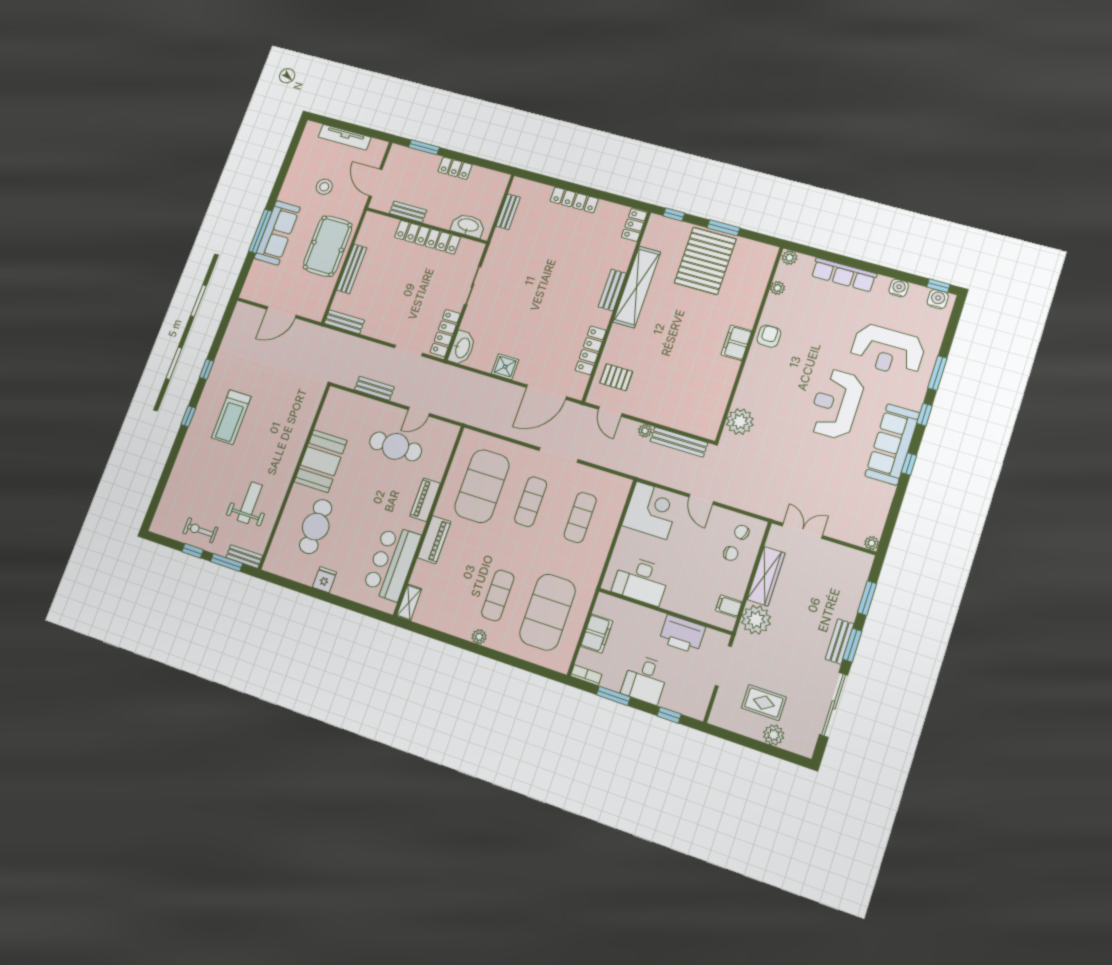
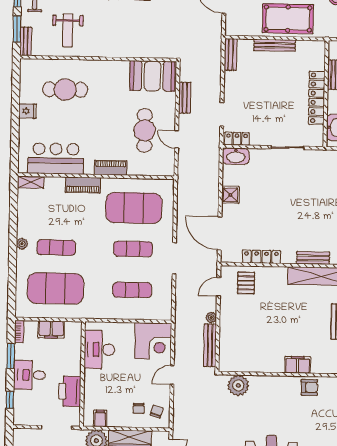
locker: (445, 333) -> (237, 139), width x0.66
booth: (321, 461) -> (152, 76), moved
weight bench: (250, 503) -> (68, 30), turned 90

